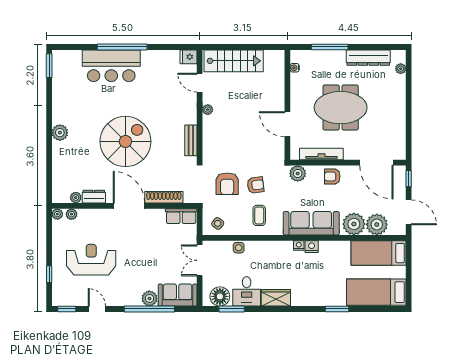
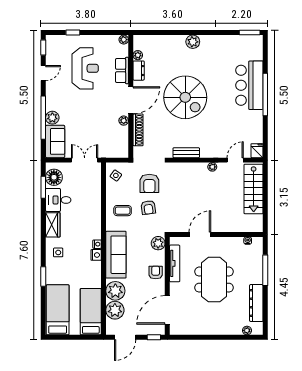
armchair: (227, 184) -> (149, 183), turned -90
plant: (71, 214) -> (124, 121), moved
row of seats: (181, 216) -> (122, 71), moved
side table: (239, 248) -> (58, 252), moved

